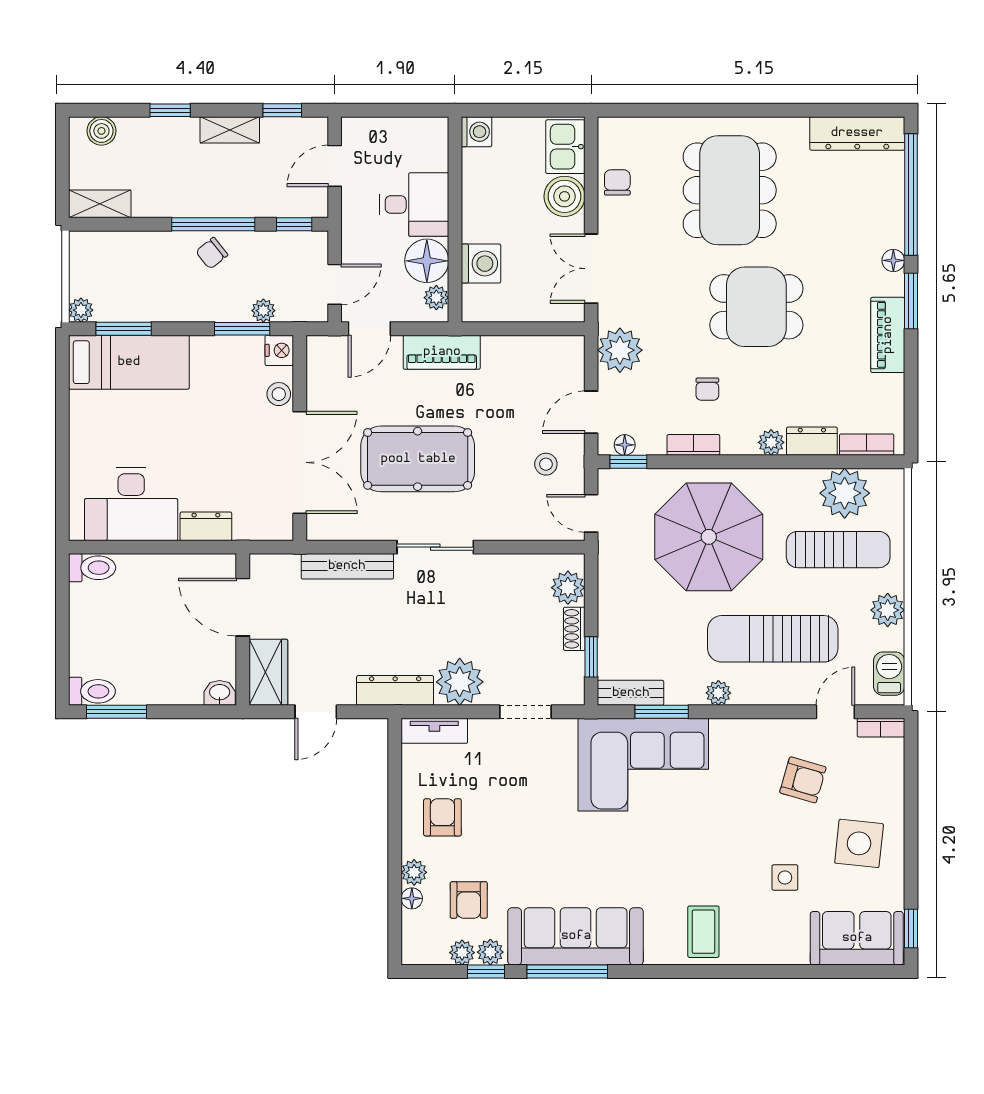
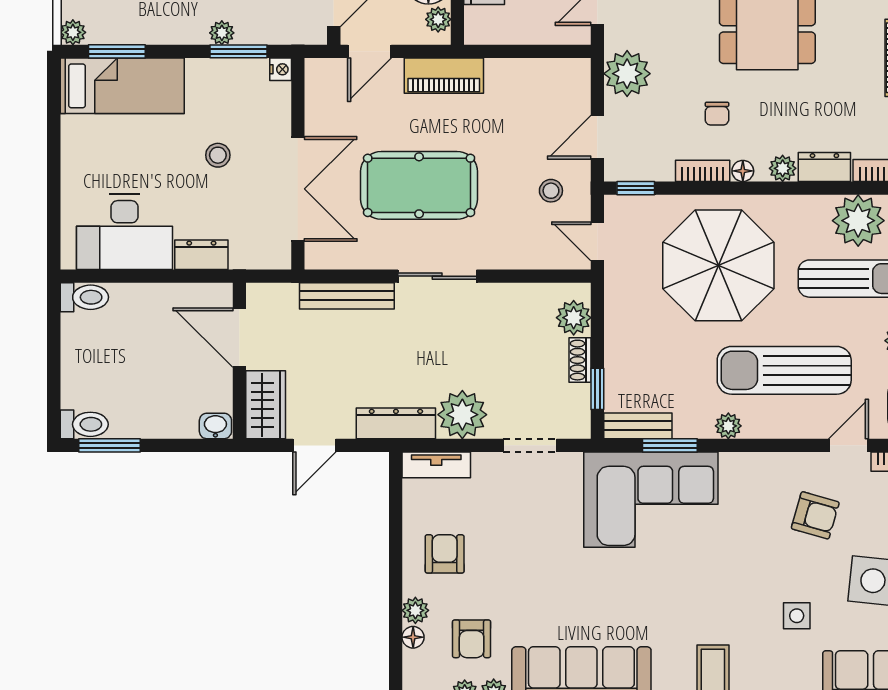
plant: (263, 311) -> (222, 33), moved
nightstand: (279, 350) -> (281, 69), width x0.72, depth x0.74
stool: (279, 394) -> (218, 155), moved
floor lamp: (625, 445) -> (743, 171), moved

